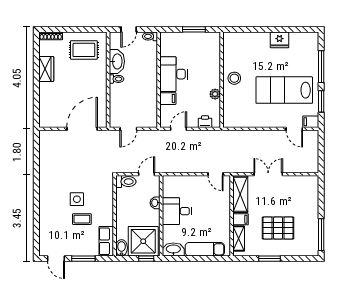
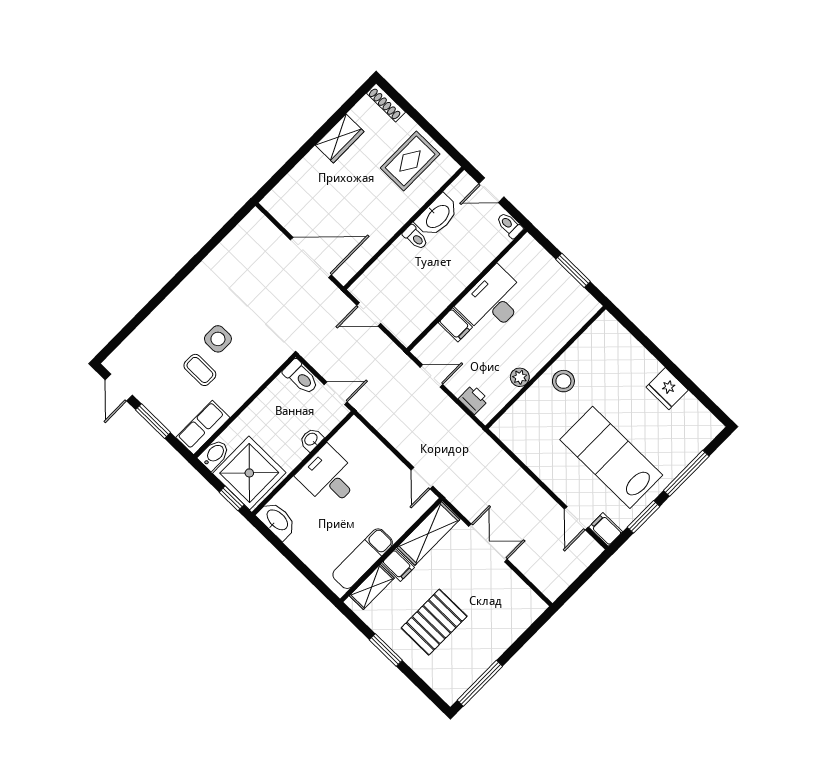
rug: (84, 50) -> (410, 161), turned 90
pallet: (278, 228) -> (434, 622), turned 90
exam couch: (205, 249) -> (363, 559), moved, turned -90

